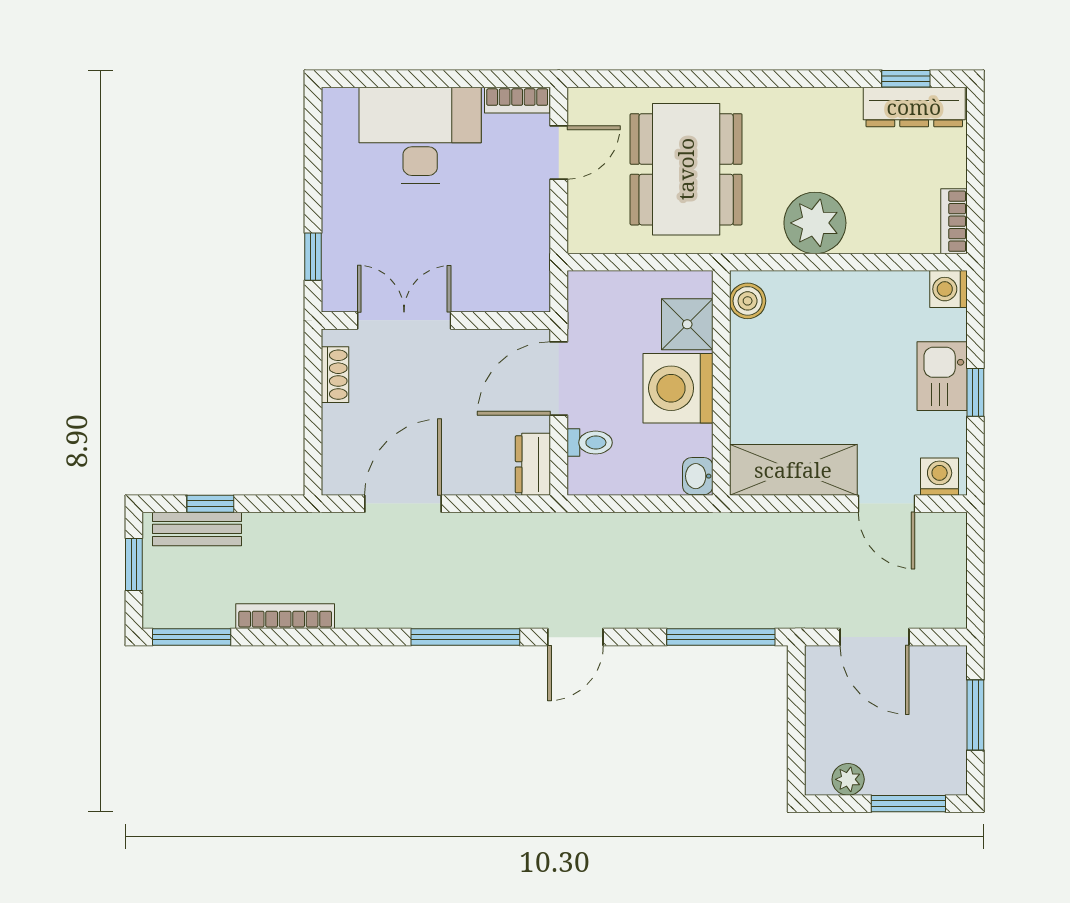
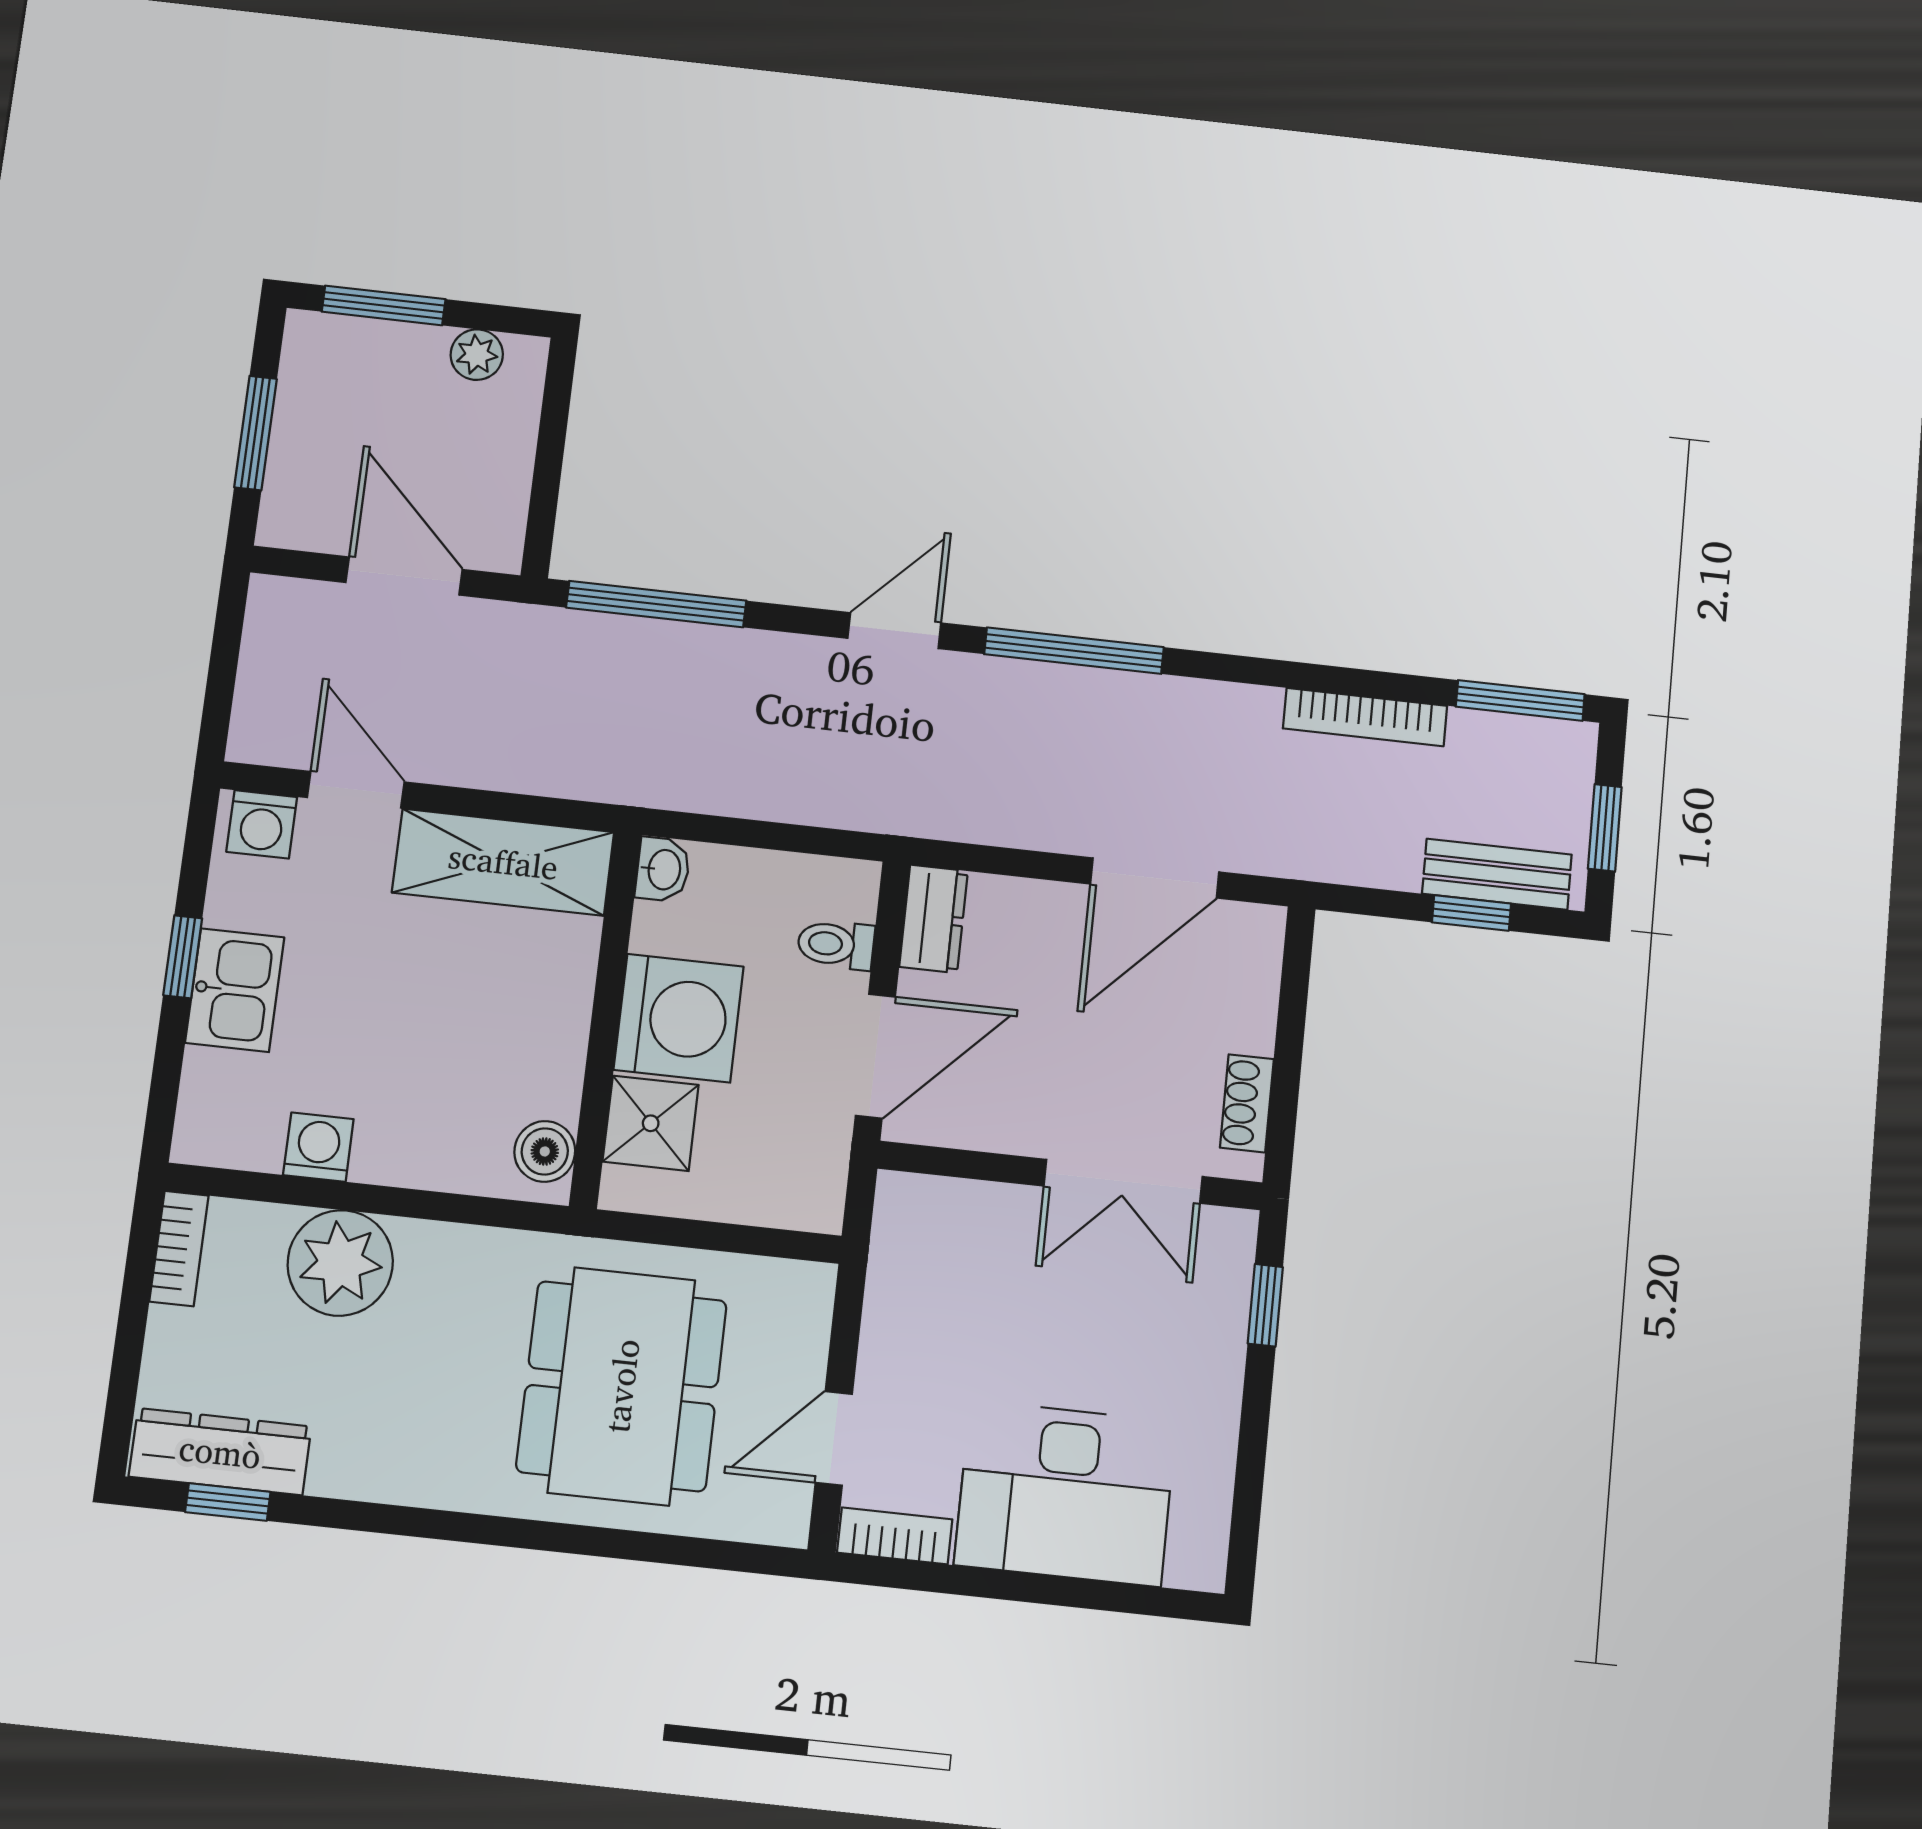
plant: (815, 223) -> (340, 1263), moved
washing machine: (948, 289) -> (318, 1147), moved, turned -90

